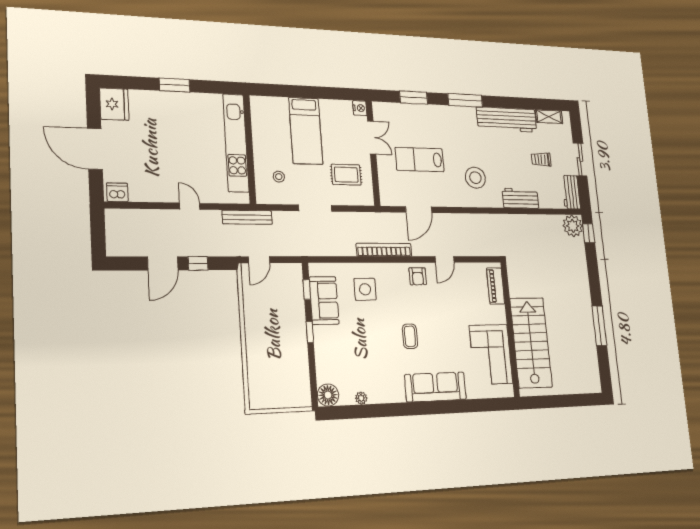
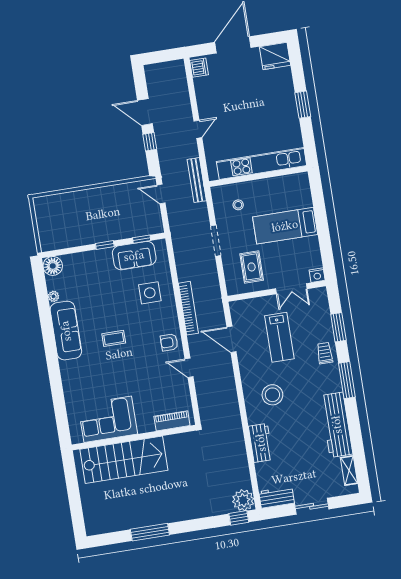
lab bench: (420, 159) -> (279, 337), turned 180
trolley: (541, 159) -> (325, 353), moved
sofa: (435, 387) -> (66, 331), moved

